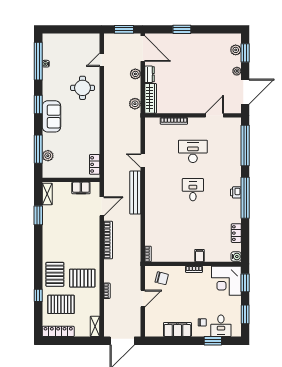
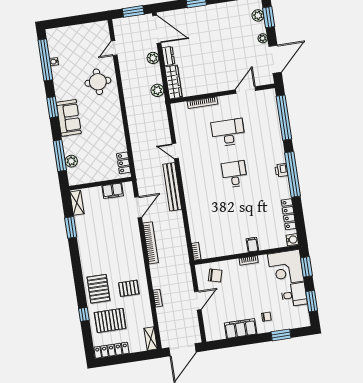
locker: (236, 233) -> (289, 214), width x1.53
pallet: (82, 278) -> (129, 288), width x0.67, depth x0.71
desk: (221, 326) -> (294, 295), moved, turned -90

